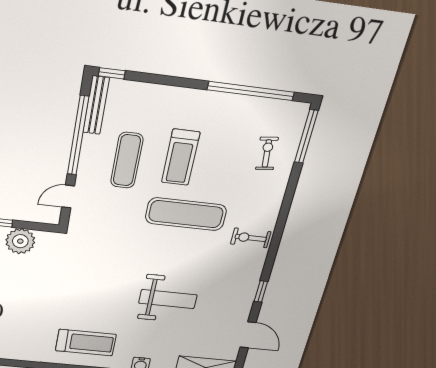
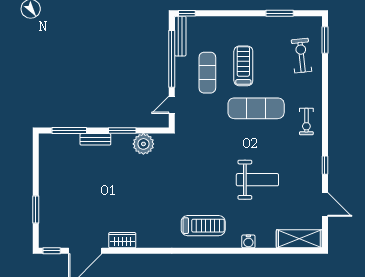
window: (251, 91) -> (280, 13), width x0.47
window: (306, 137) -> (325, 40), width x0.69
exercise bike: (267, 153) -> (301, 56), width x1.38, depth x1.39
treadmill: (181, 157) -> (243, 66), turned 180
exercise bike: (251, 238) -> (306, 121), turned -90

